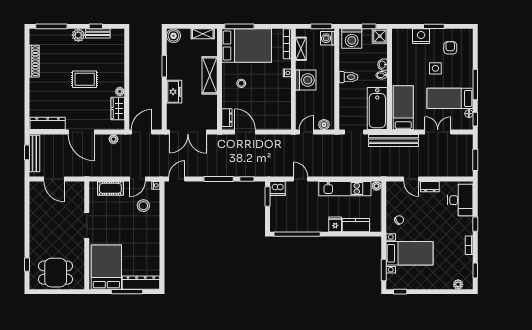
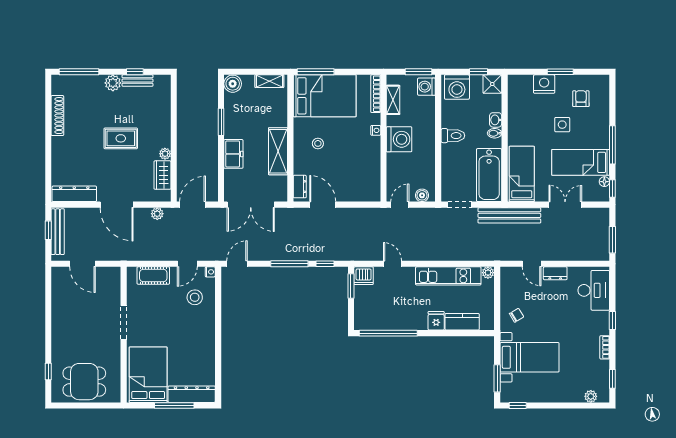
shelving: (210, 75) -> (278, 151), moved

